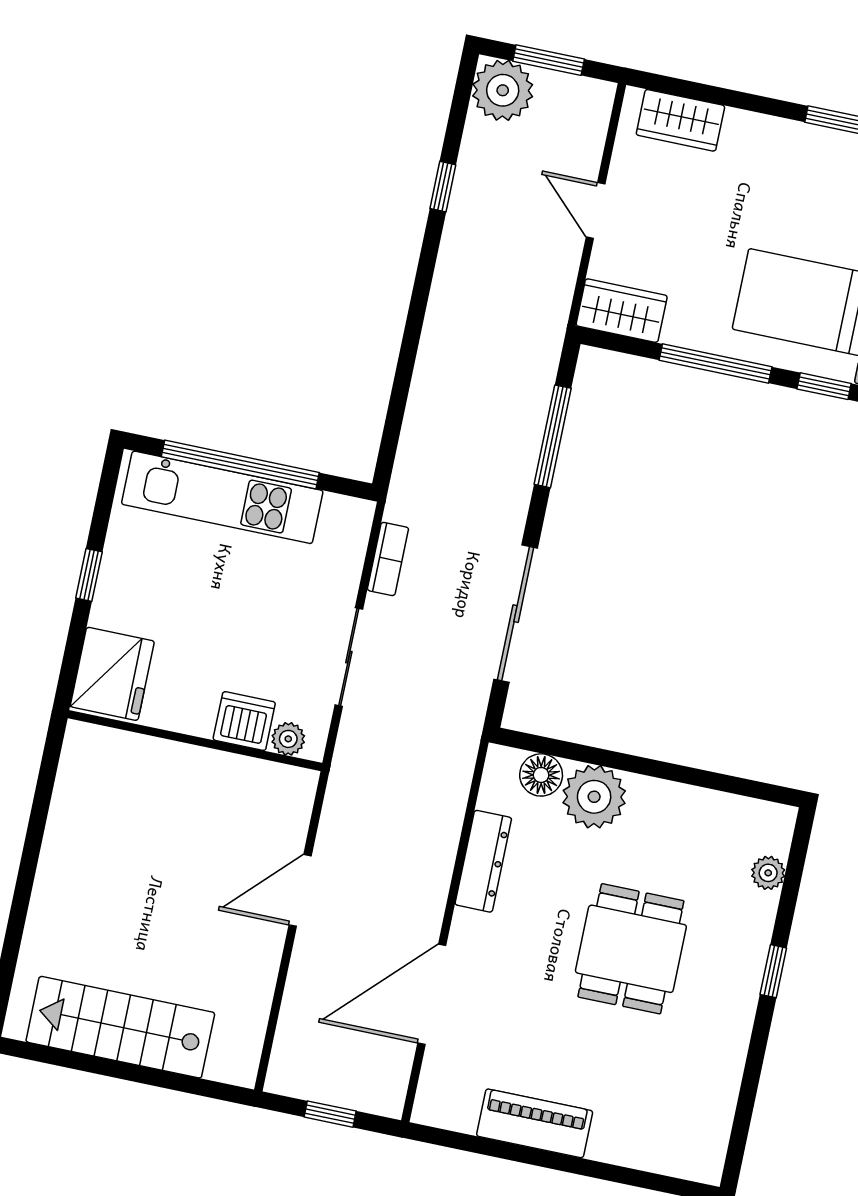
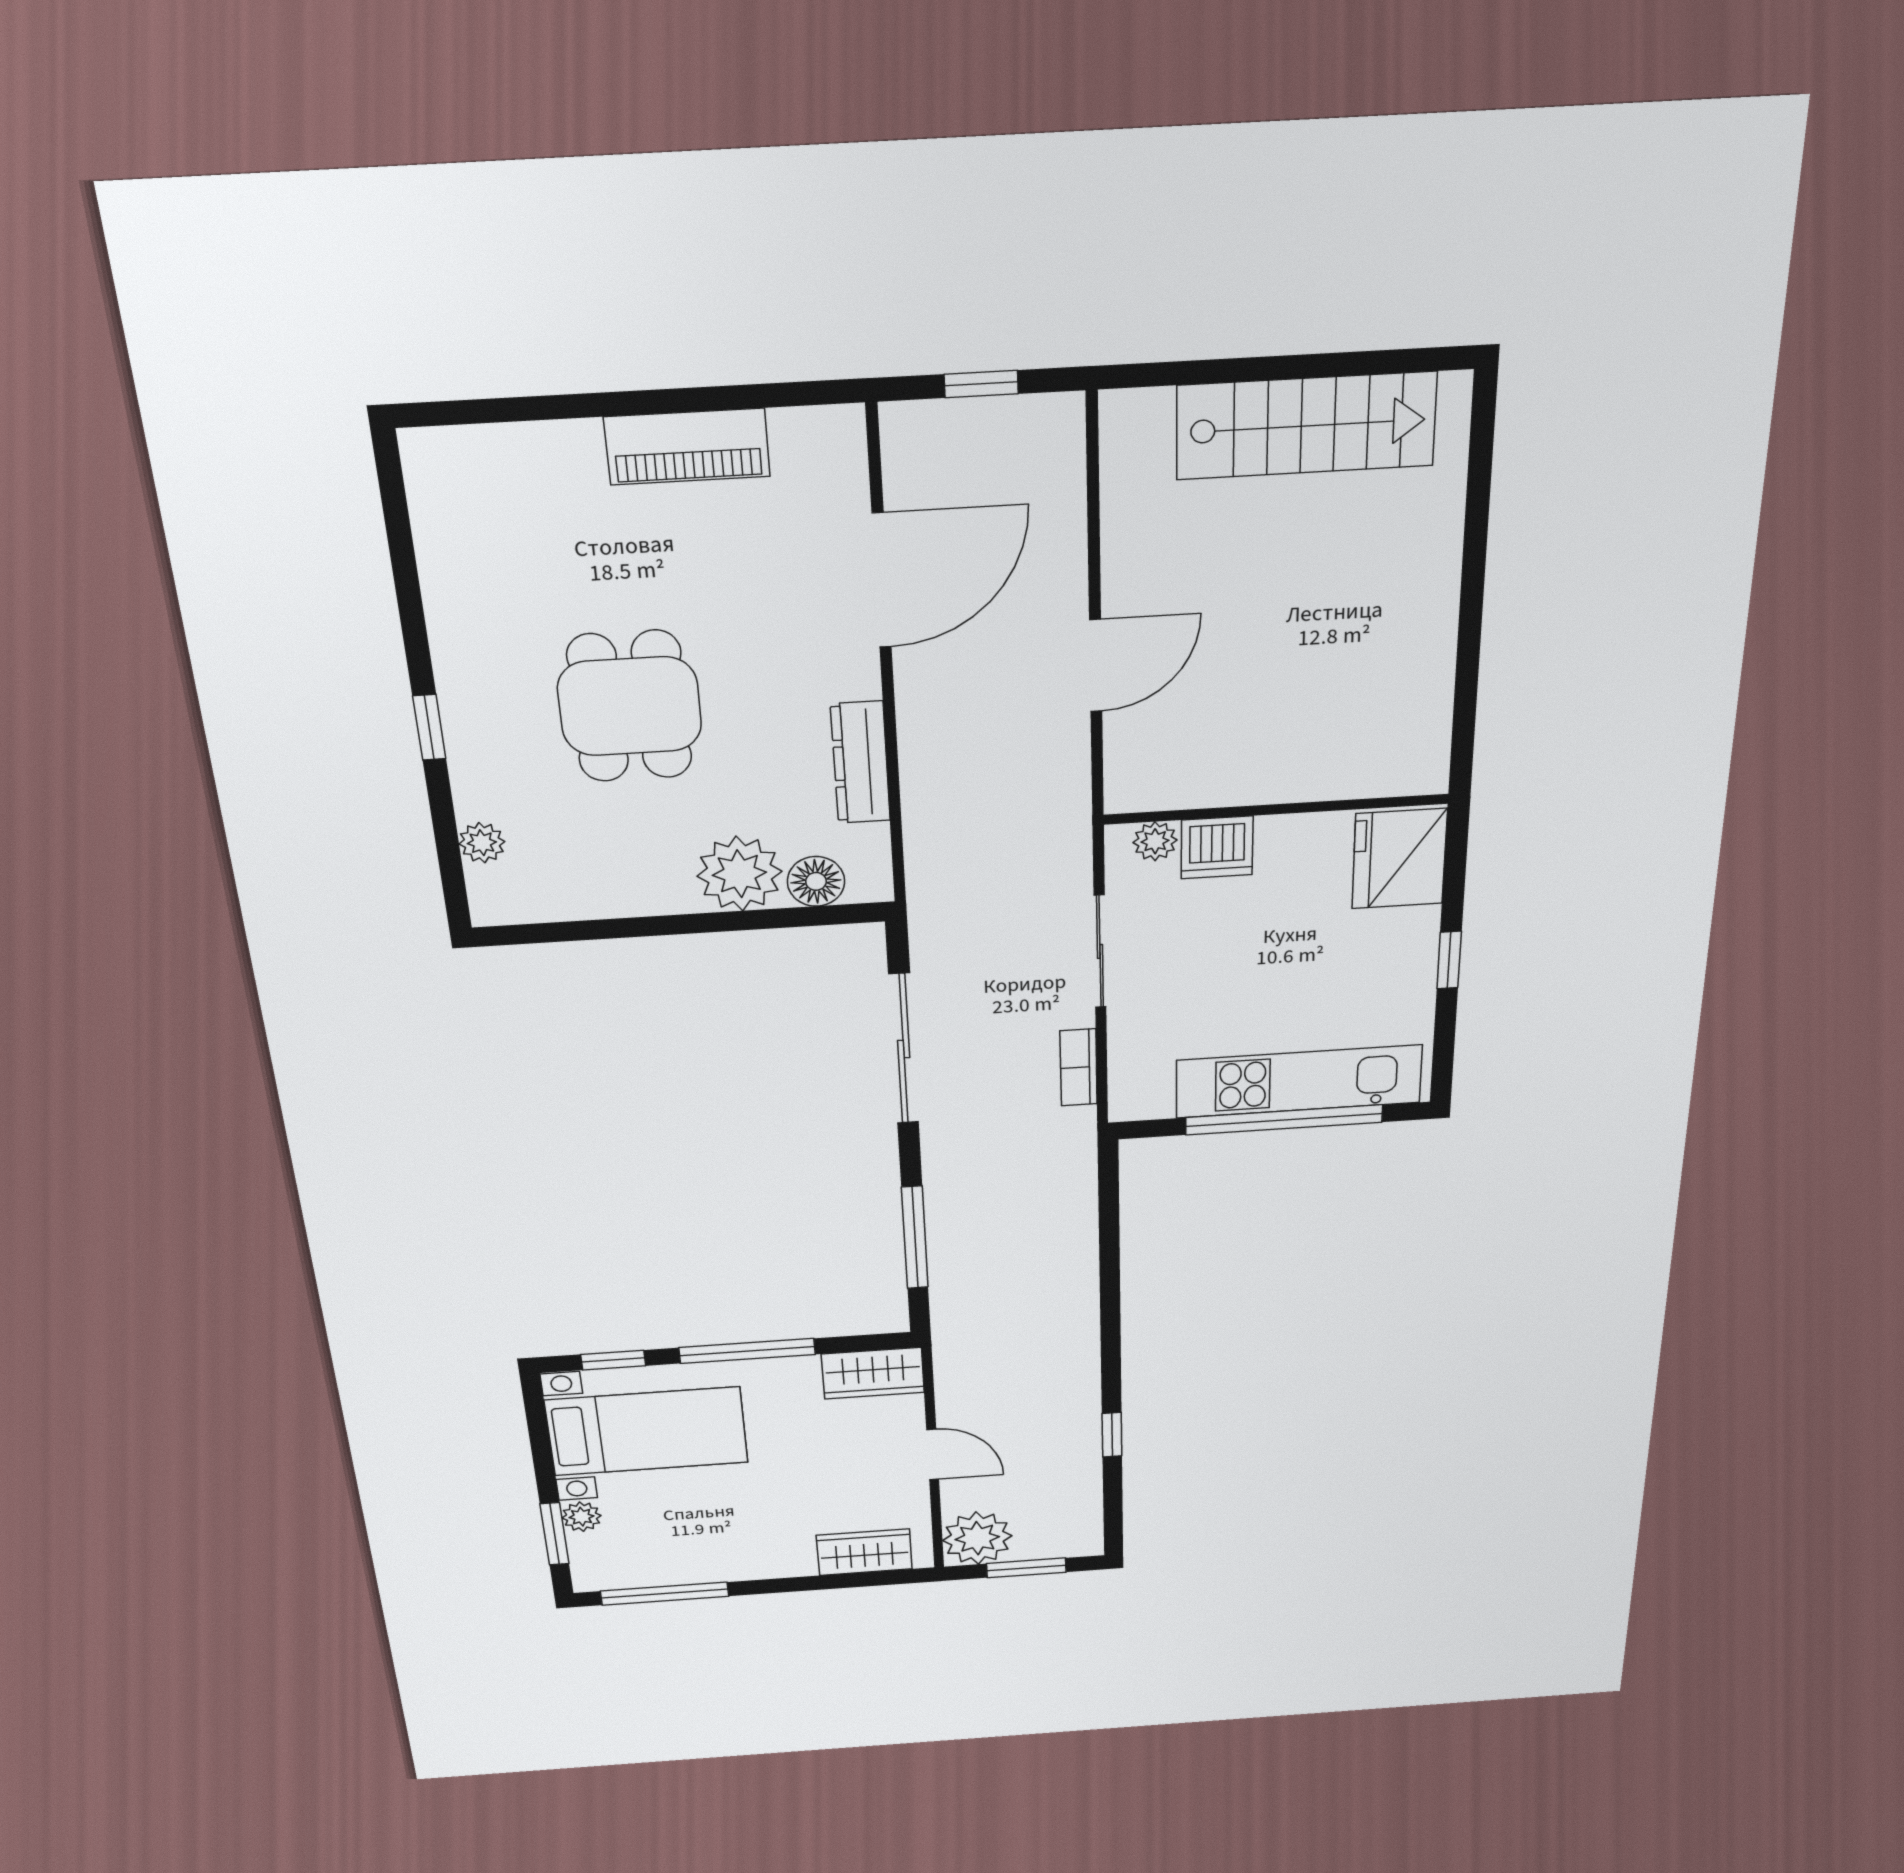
plant: (503, 90) -> (977, 1538), moved

